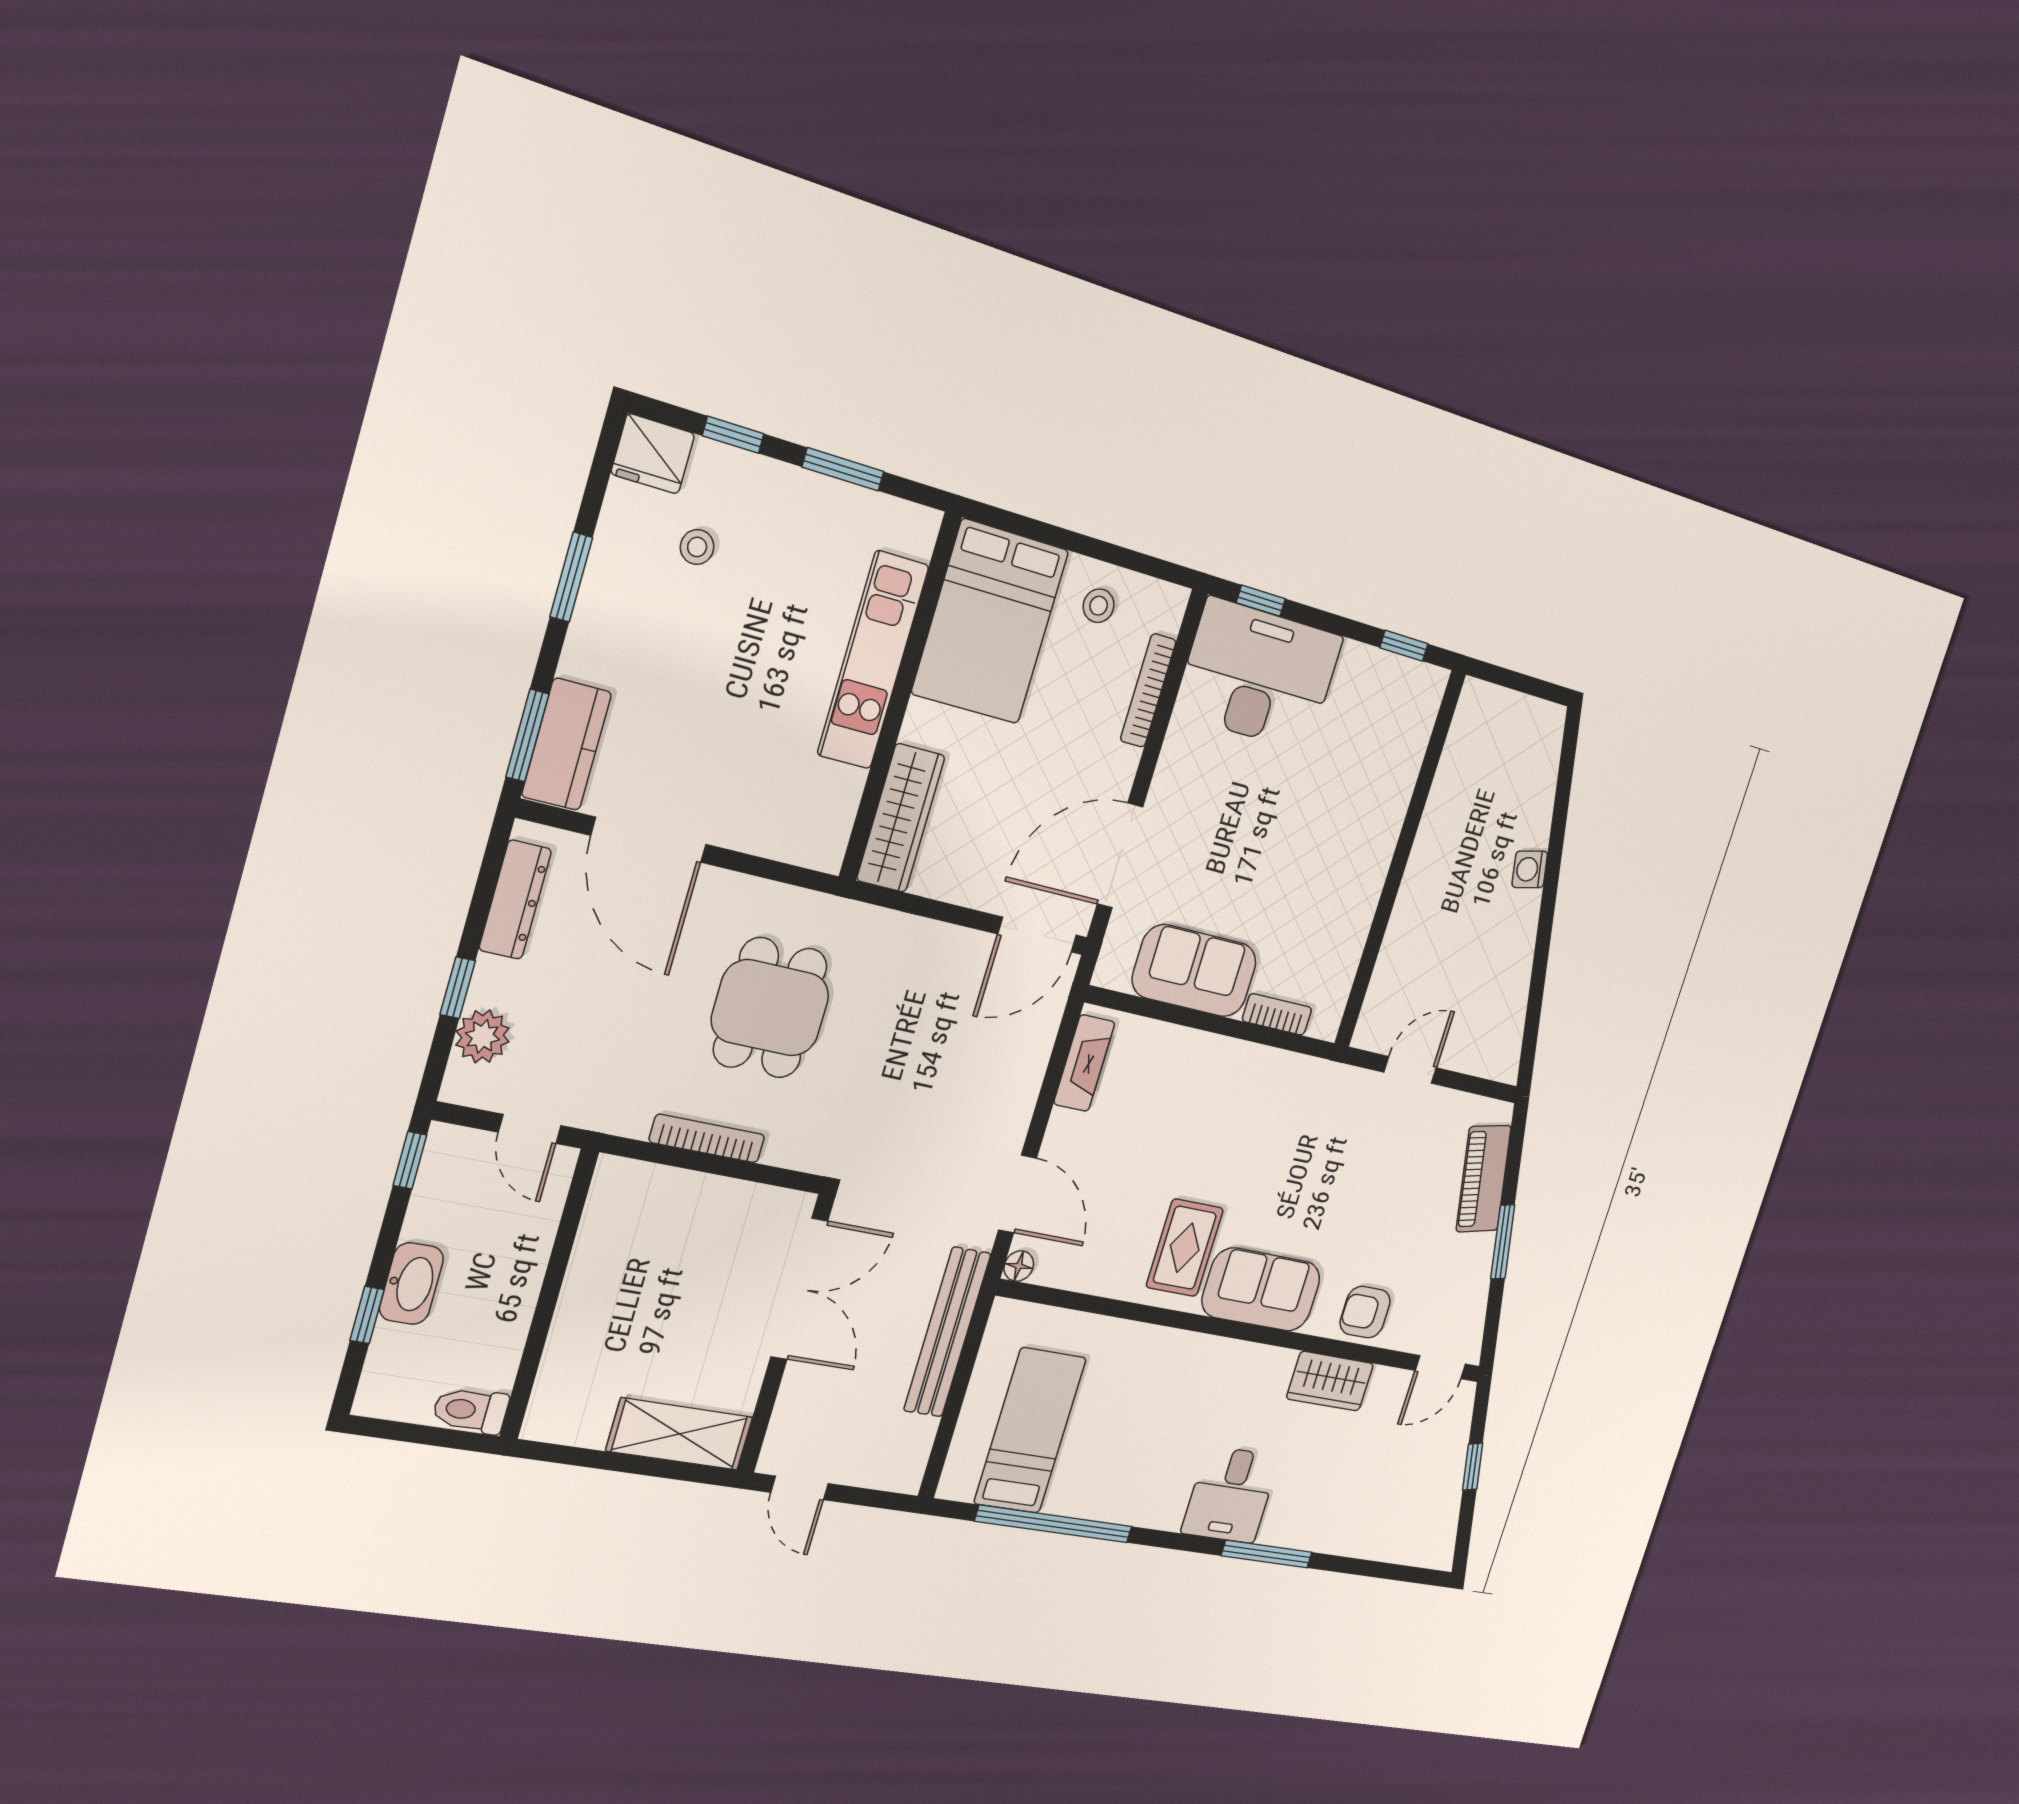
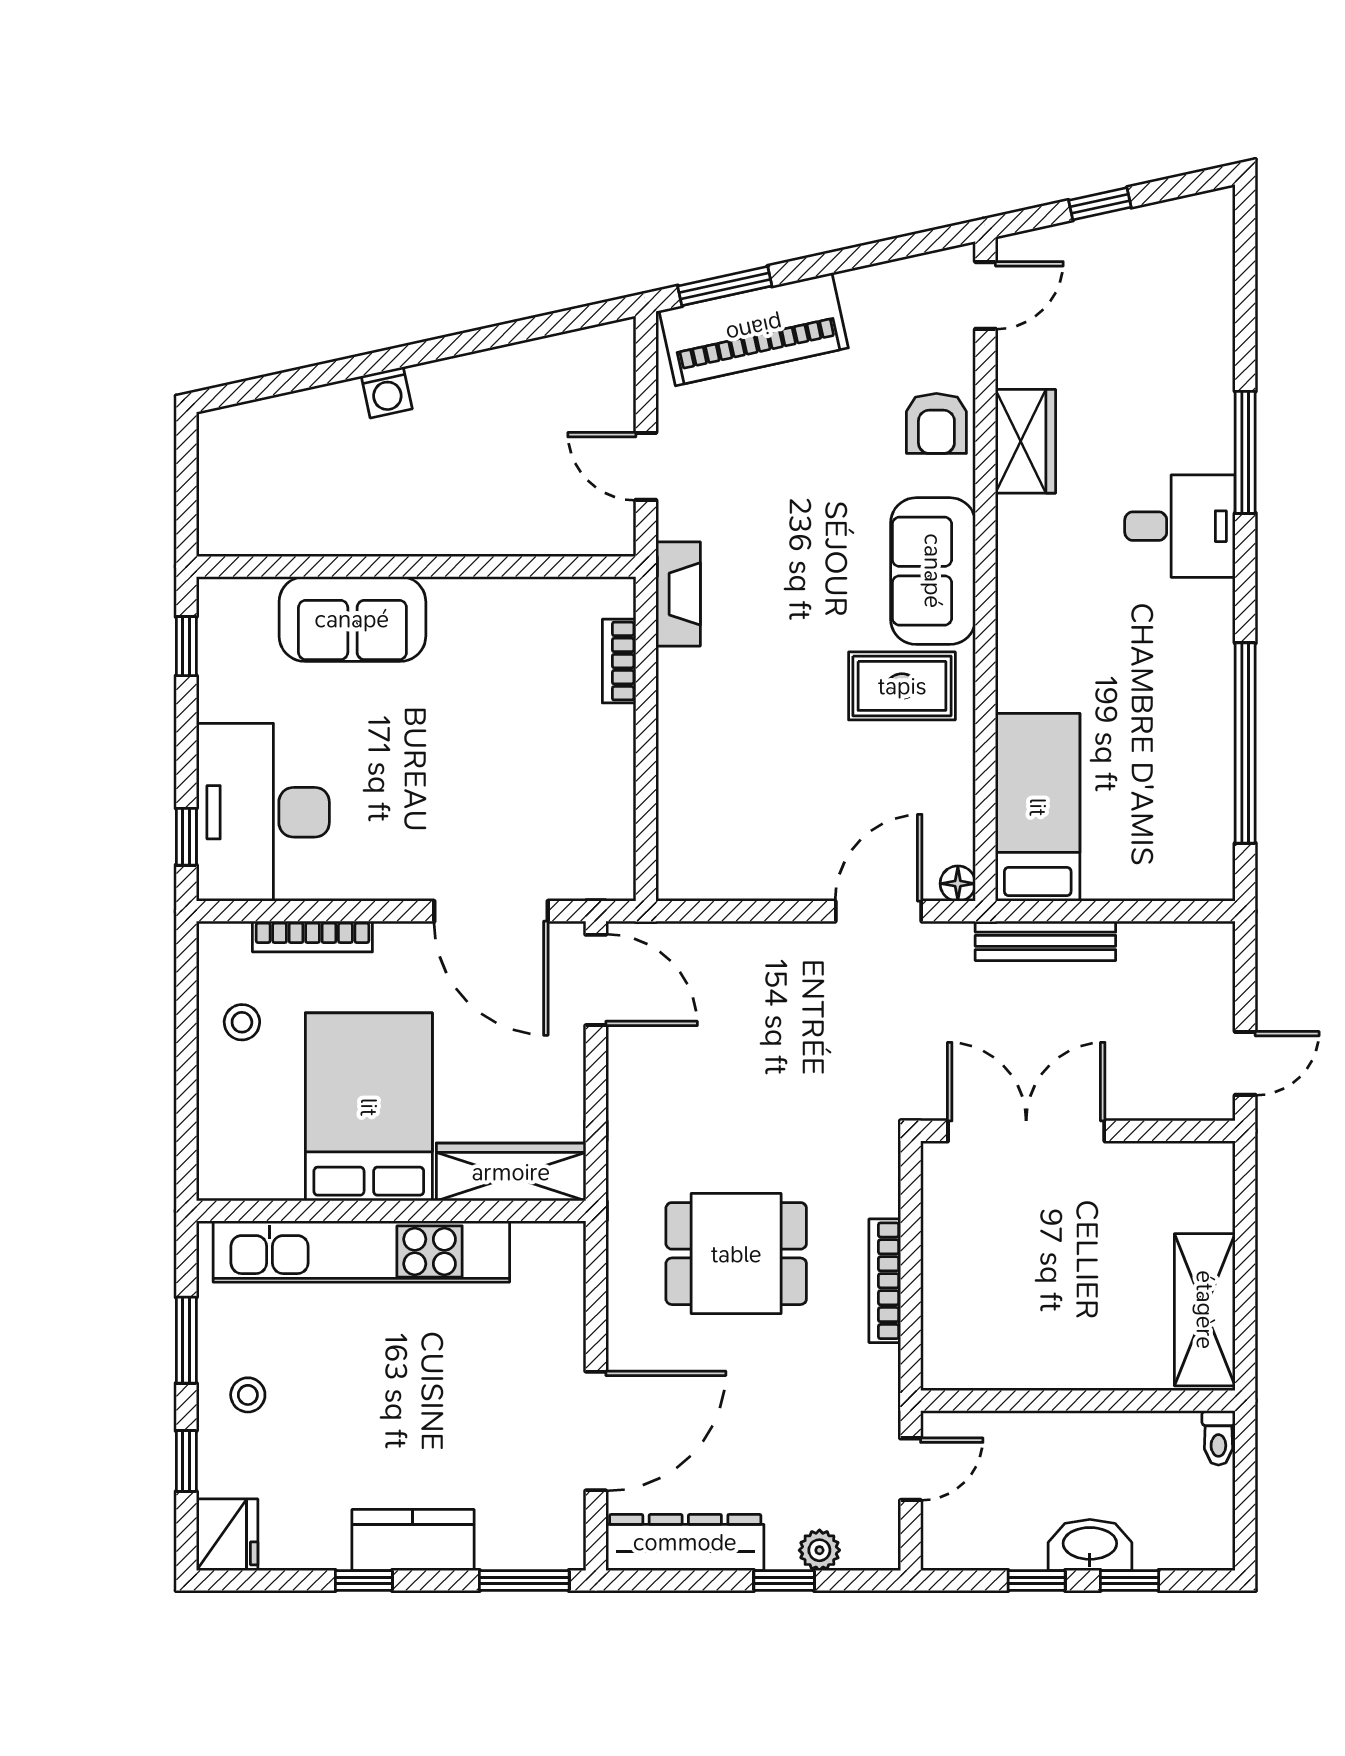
stool: (697, 547) -> (248, 1395), moved
window: (571, 577) -> (364, 1580), width x0.67
bed: (990, 622) -> (369, 1107), moved, turned -90
kitchen unit: (873, 660) -> (361, 1251), width x1.36
kitchen counter: (567, 744) -> (413, 1540), moved
dresser: (515, 900) -> (685, 1542), width x1.37, depth x1.24
sofa: (1194, 971) -> (352, 619), moved, turned -90
plant: (483, 1036) -> (819, 1550), width x0.73, depth x0.73
fireplace: (1084, 1063) -> (678, 594), moved, turned 90
window: (410, 1160) -> (1037, 1580), moved
piano: (1484, 1179) -> (754, 329), width x1.37, depth x1.33
window: (1503, 1242) -> (725, 286), moved
bench: (947, 1332) -> (1045, 941), width x0.73, depth x0.82
door: (1440, 1367) -> (985, 295), hinge flipped
toilet: (471, 1410) -> (1218, 1438), width x0.73, depth x0.72
bed: (1030, 1431) -> (1038, 807), moved, turned 90
shelving: (680, 1434) -> (1205, 1310), moved

